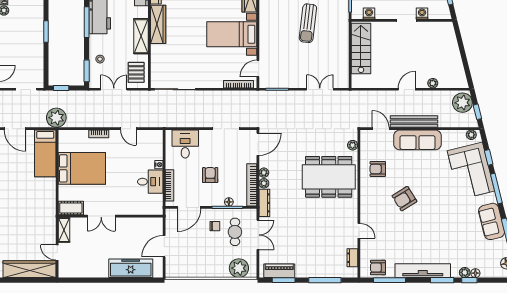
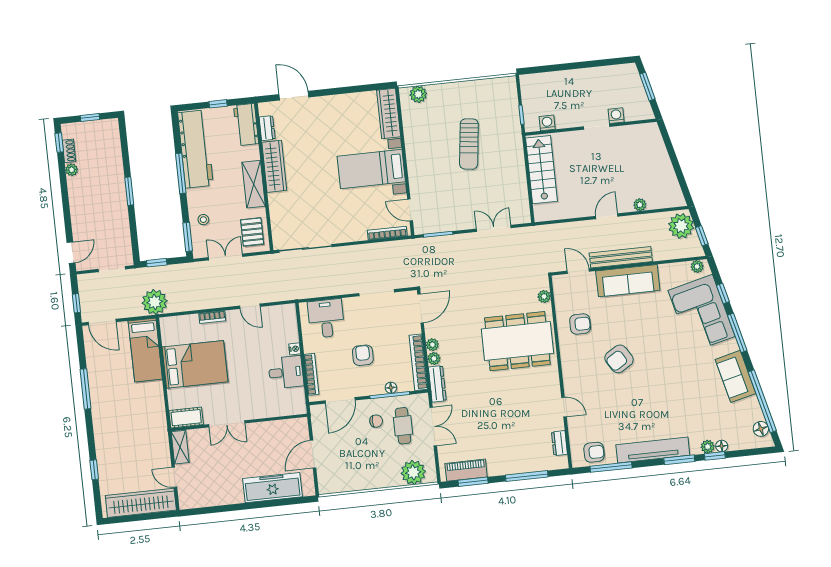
door: (258, 69) -> (410, 210), hinge flipped
armchair: (378, 169) -> (580, 324), turned 180
armchair: (378, 268) -> (594, 452), turned 180

